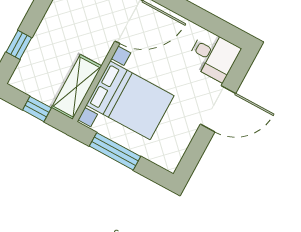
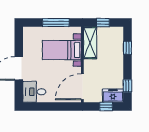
bed with nightstands: (130, 100) -> (62, 50), width x0.73

